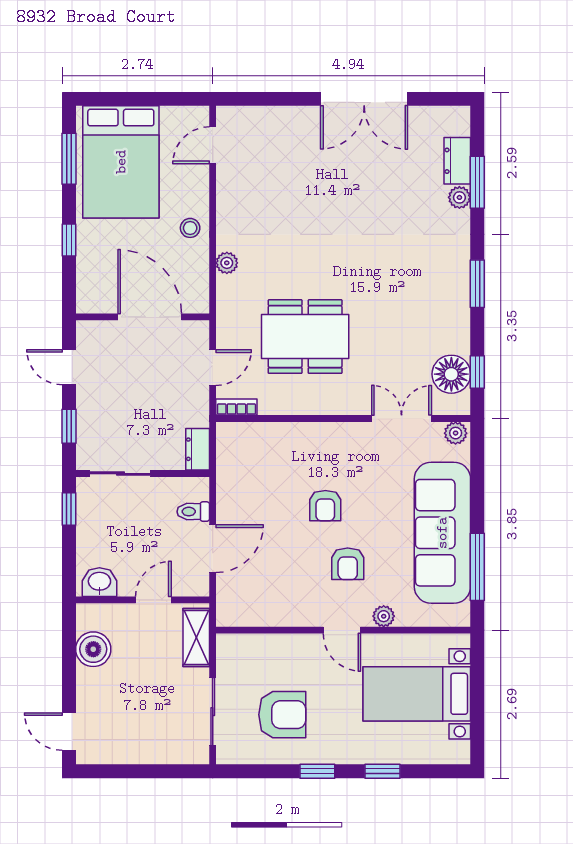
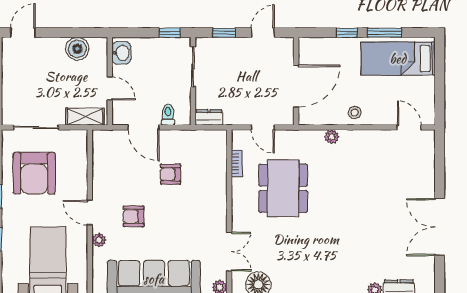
window: (69, 159) -> (384, 33), moved
bed: (121, 162) -> (398, 59), width x0.67
bookcase: (236, 407) -> (237, 163), moved
armchair: (325, 506) -> (170, 174), moved
door: (342, 630) -> (90, 213), hinge flipped
armchair: (282, 715) -> (34, 173), width x1.36, depth x1.36

